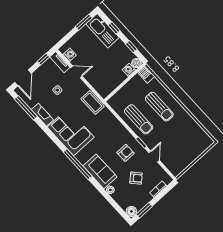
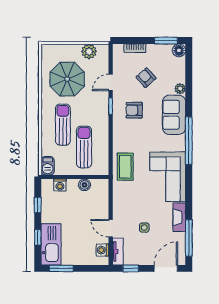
boiler: (136, 63) -> (85, 185), moved
coffee table: (93, 103) -> (125, 167), moved
sun lounger: (139, 119) -> (84, 147), moved
parasol: (181, 135) -> (67, 79), added
plant: (183, 163) -> (89, 51), added

